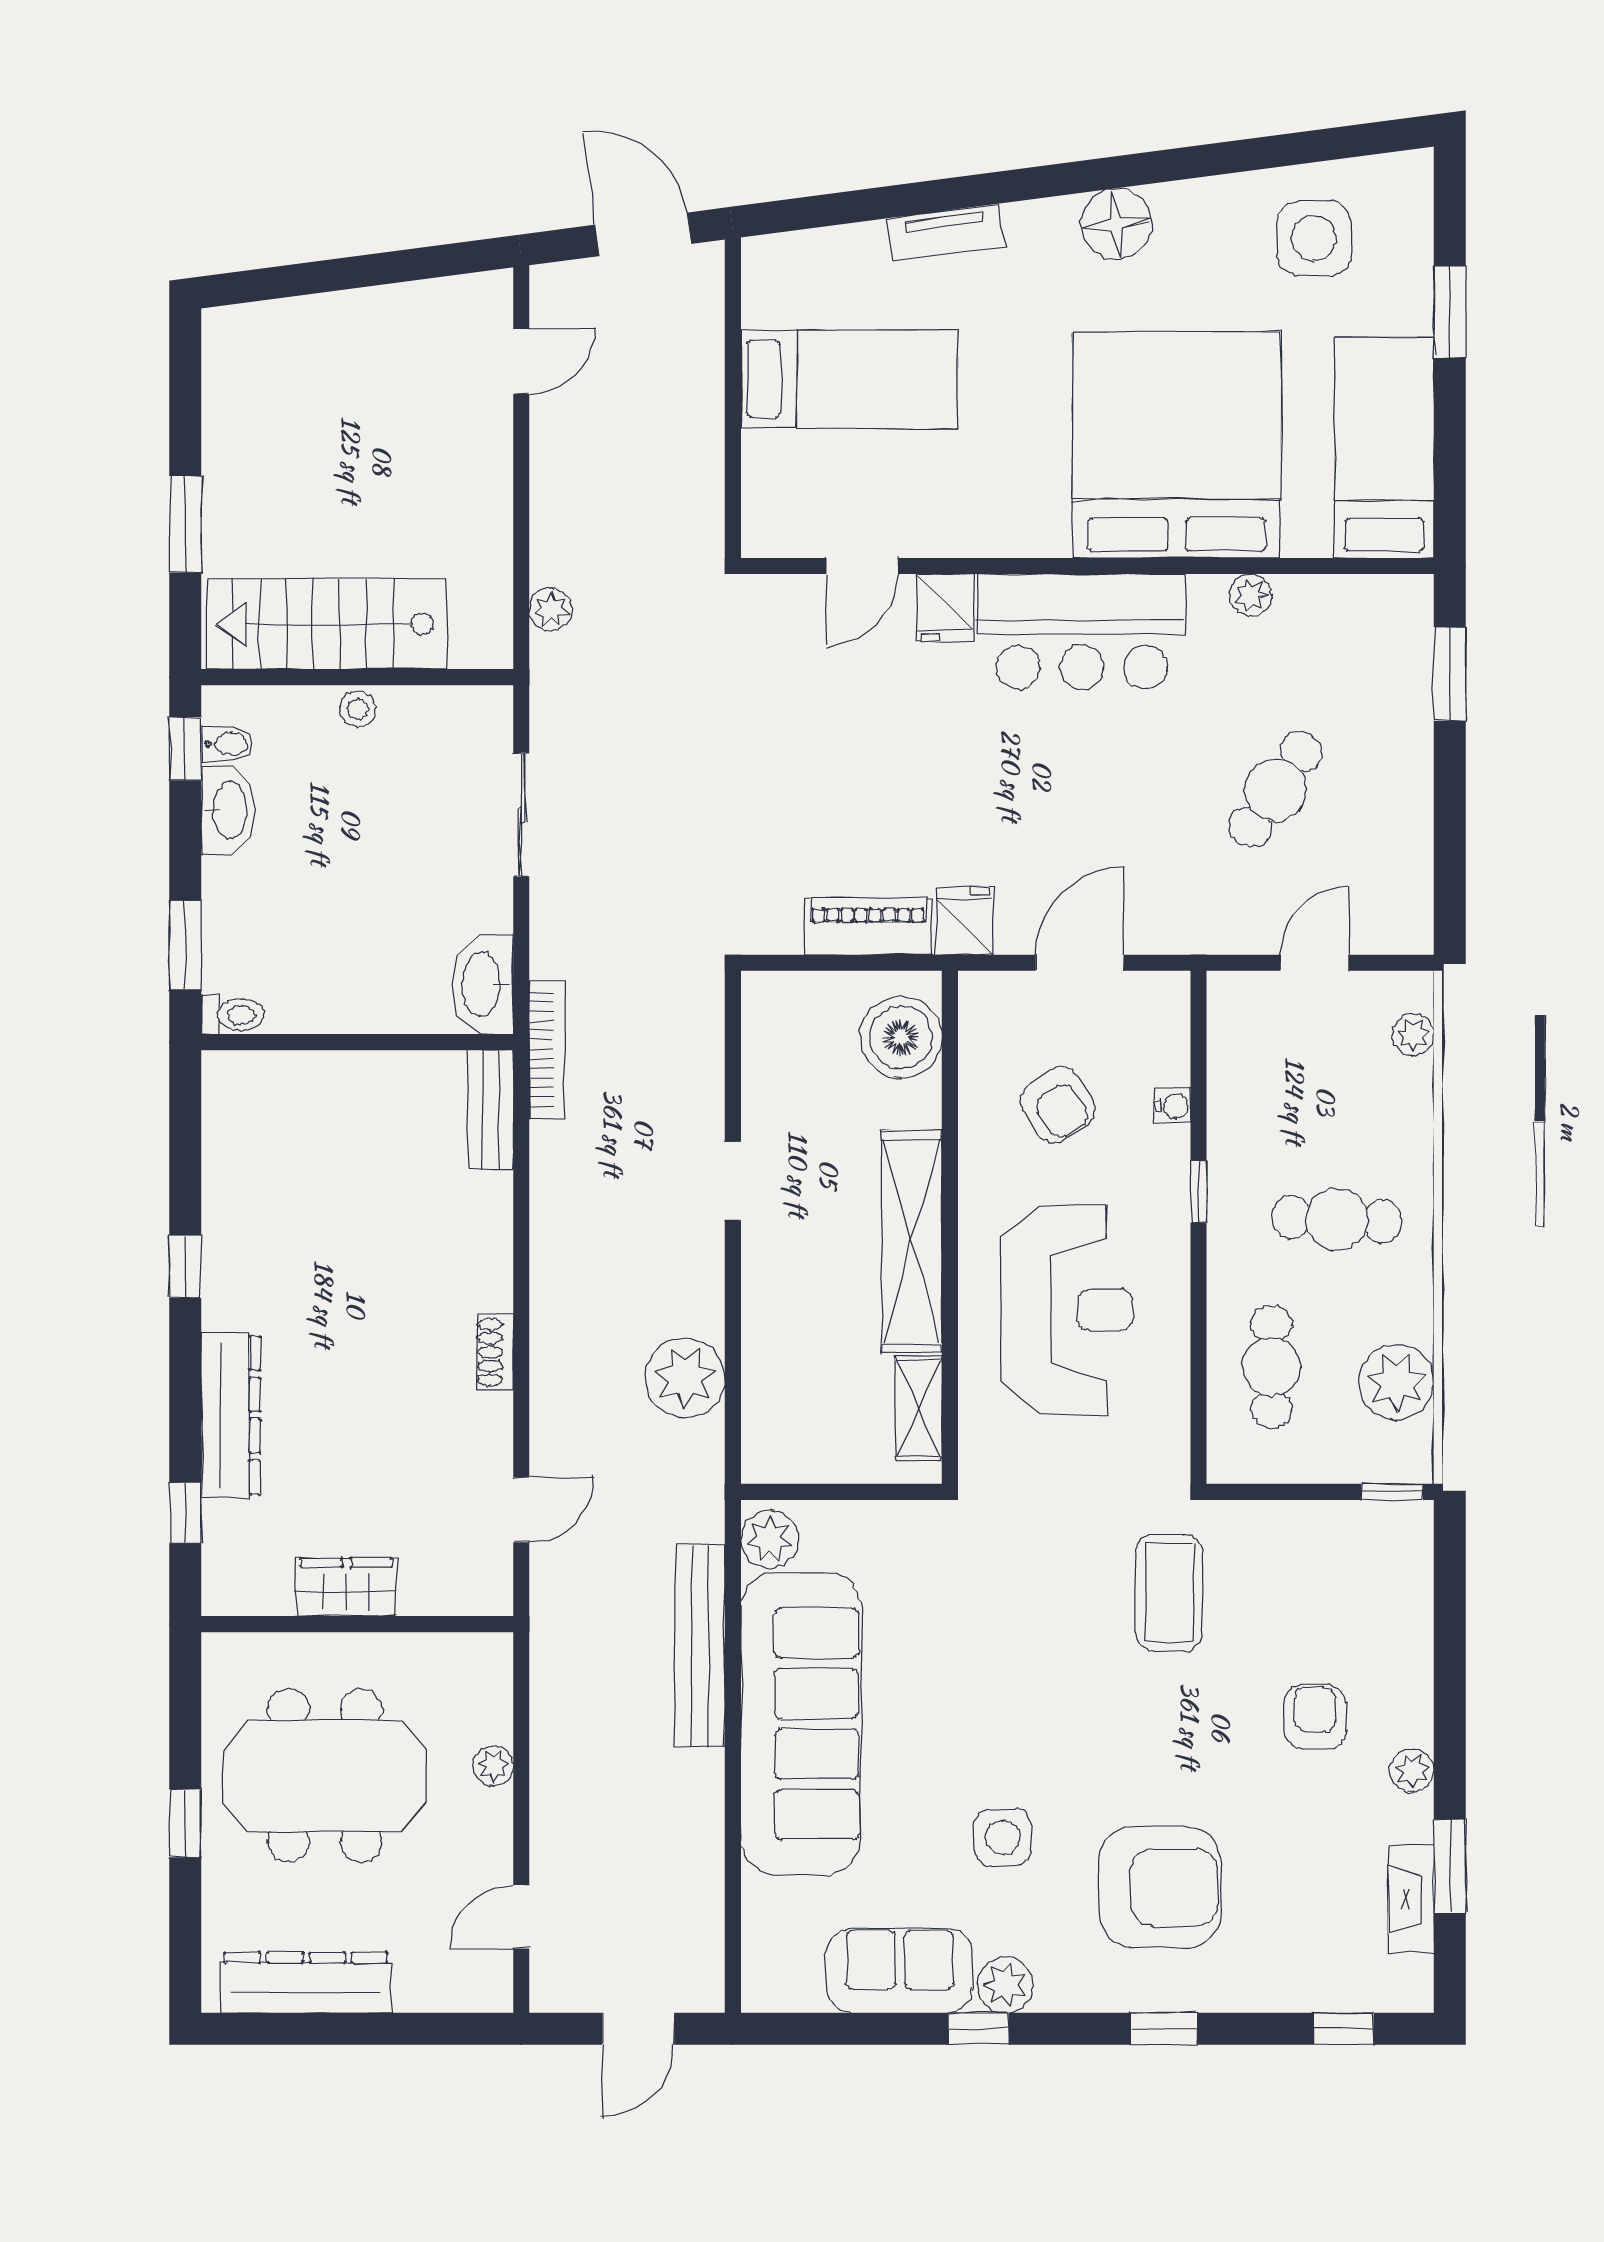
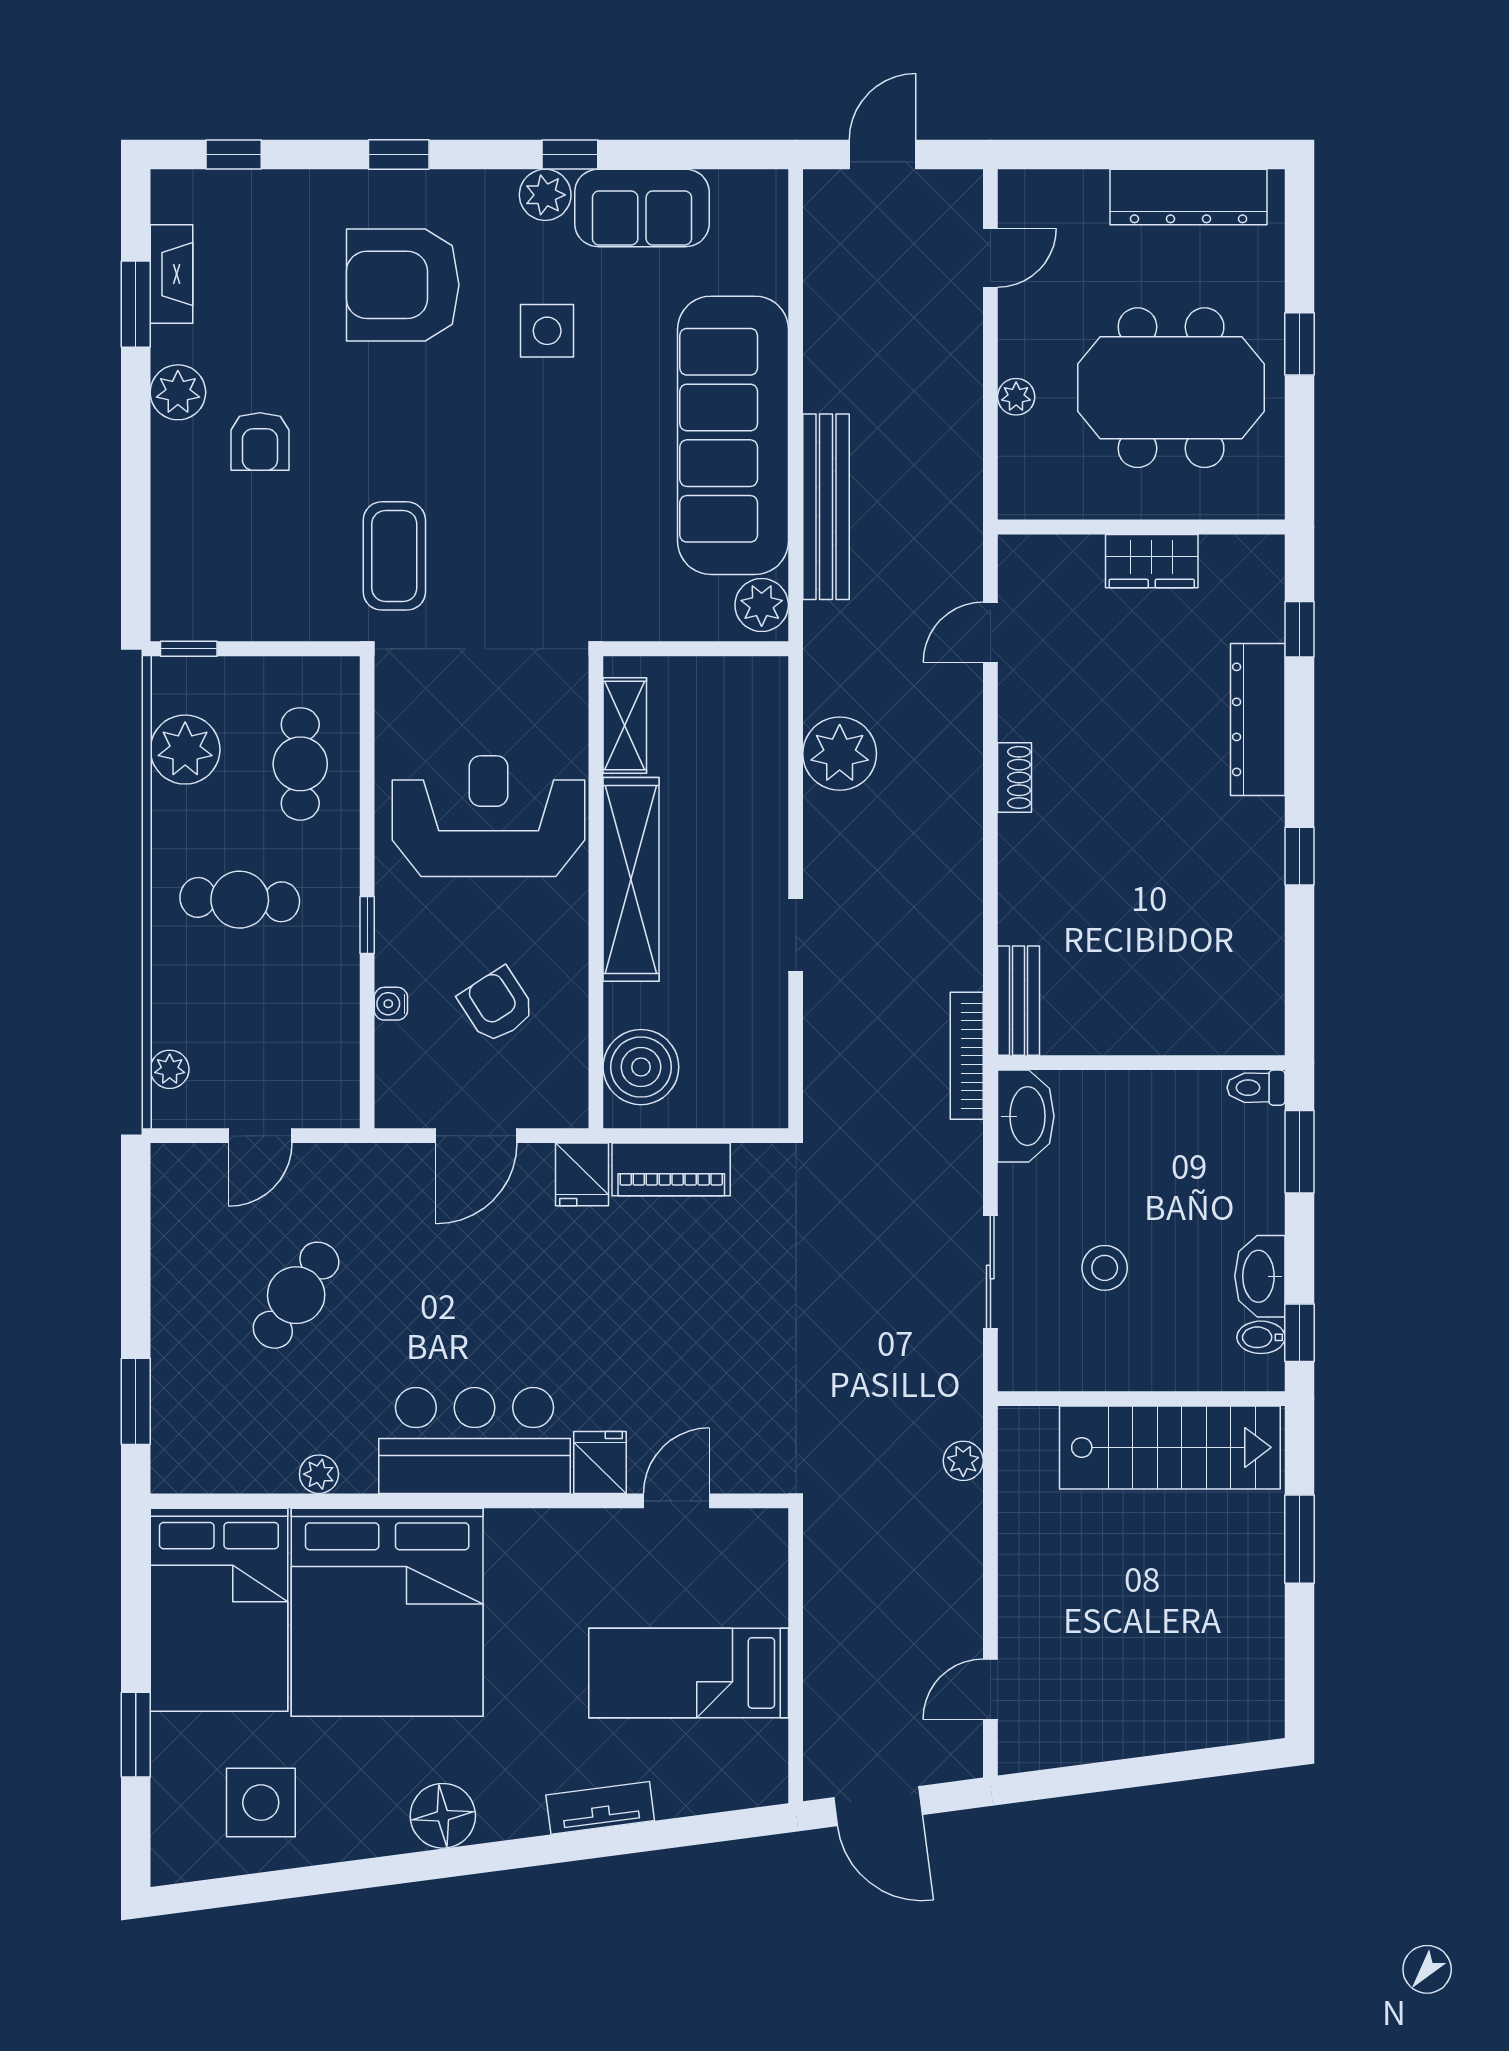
bed: (1384, 448) -> (219, 1610), width x1.50
stool: (358, 709) -> (1105, 1268), moved, width x1.37, depth x1.37
reception desk: (1067, 1310) -> (489, 816), turned 90
plant: (1412, 1770) -> (178, 392), width x1.38, depth x1.38

